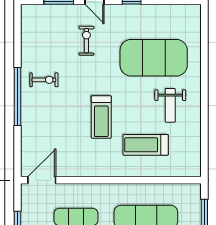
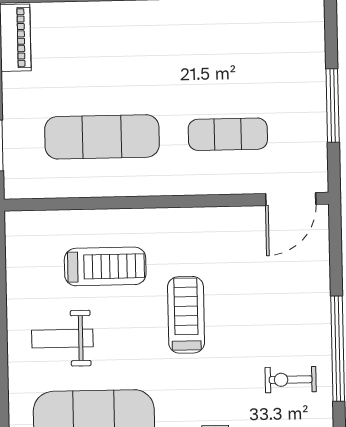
weight bench: (170, 105) -> (62, 339), turned -90

